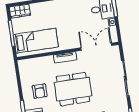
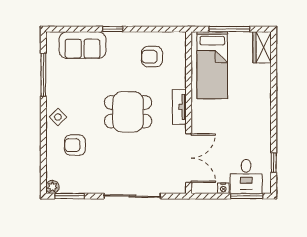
dining table: (73, 89) -> (128, 112), width x0.73
armchair: (40, 91) -> (152, 57), moved

